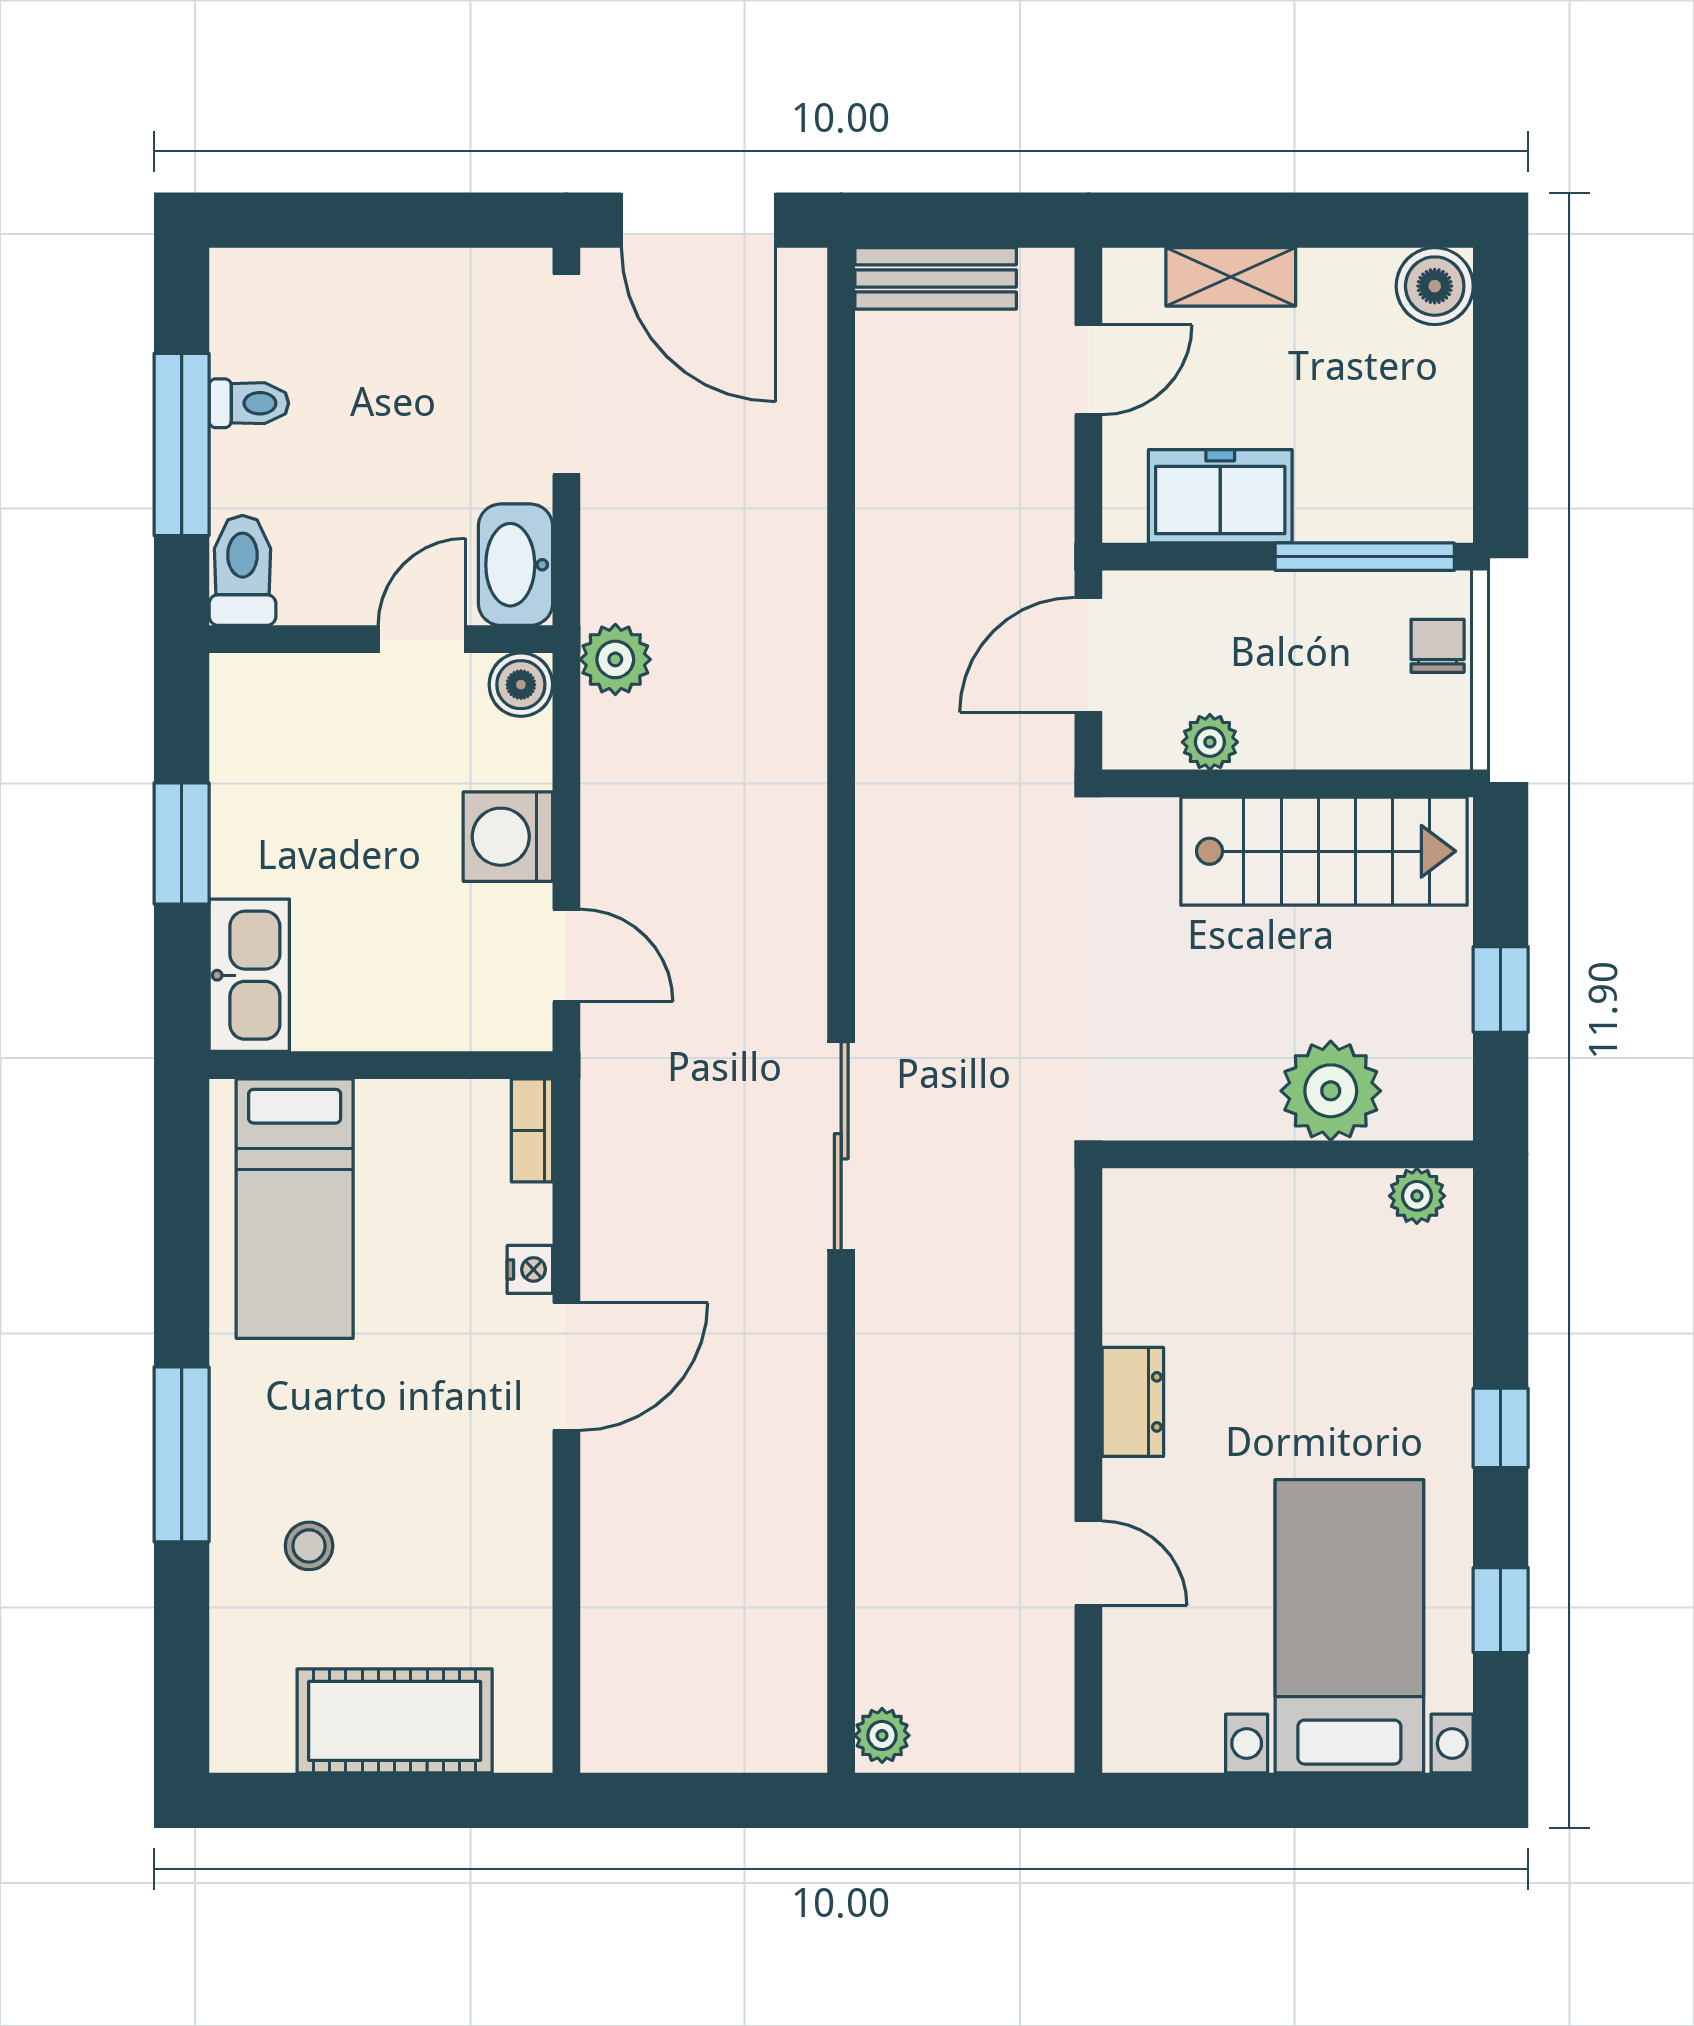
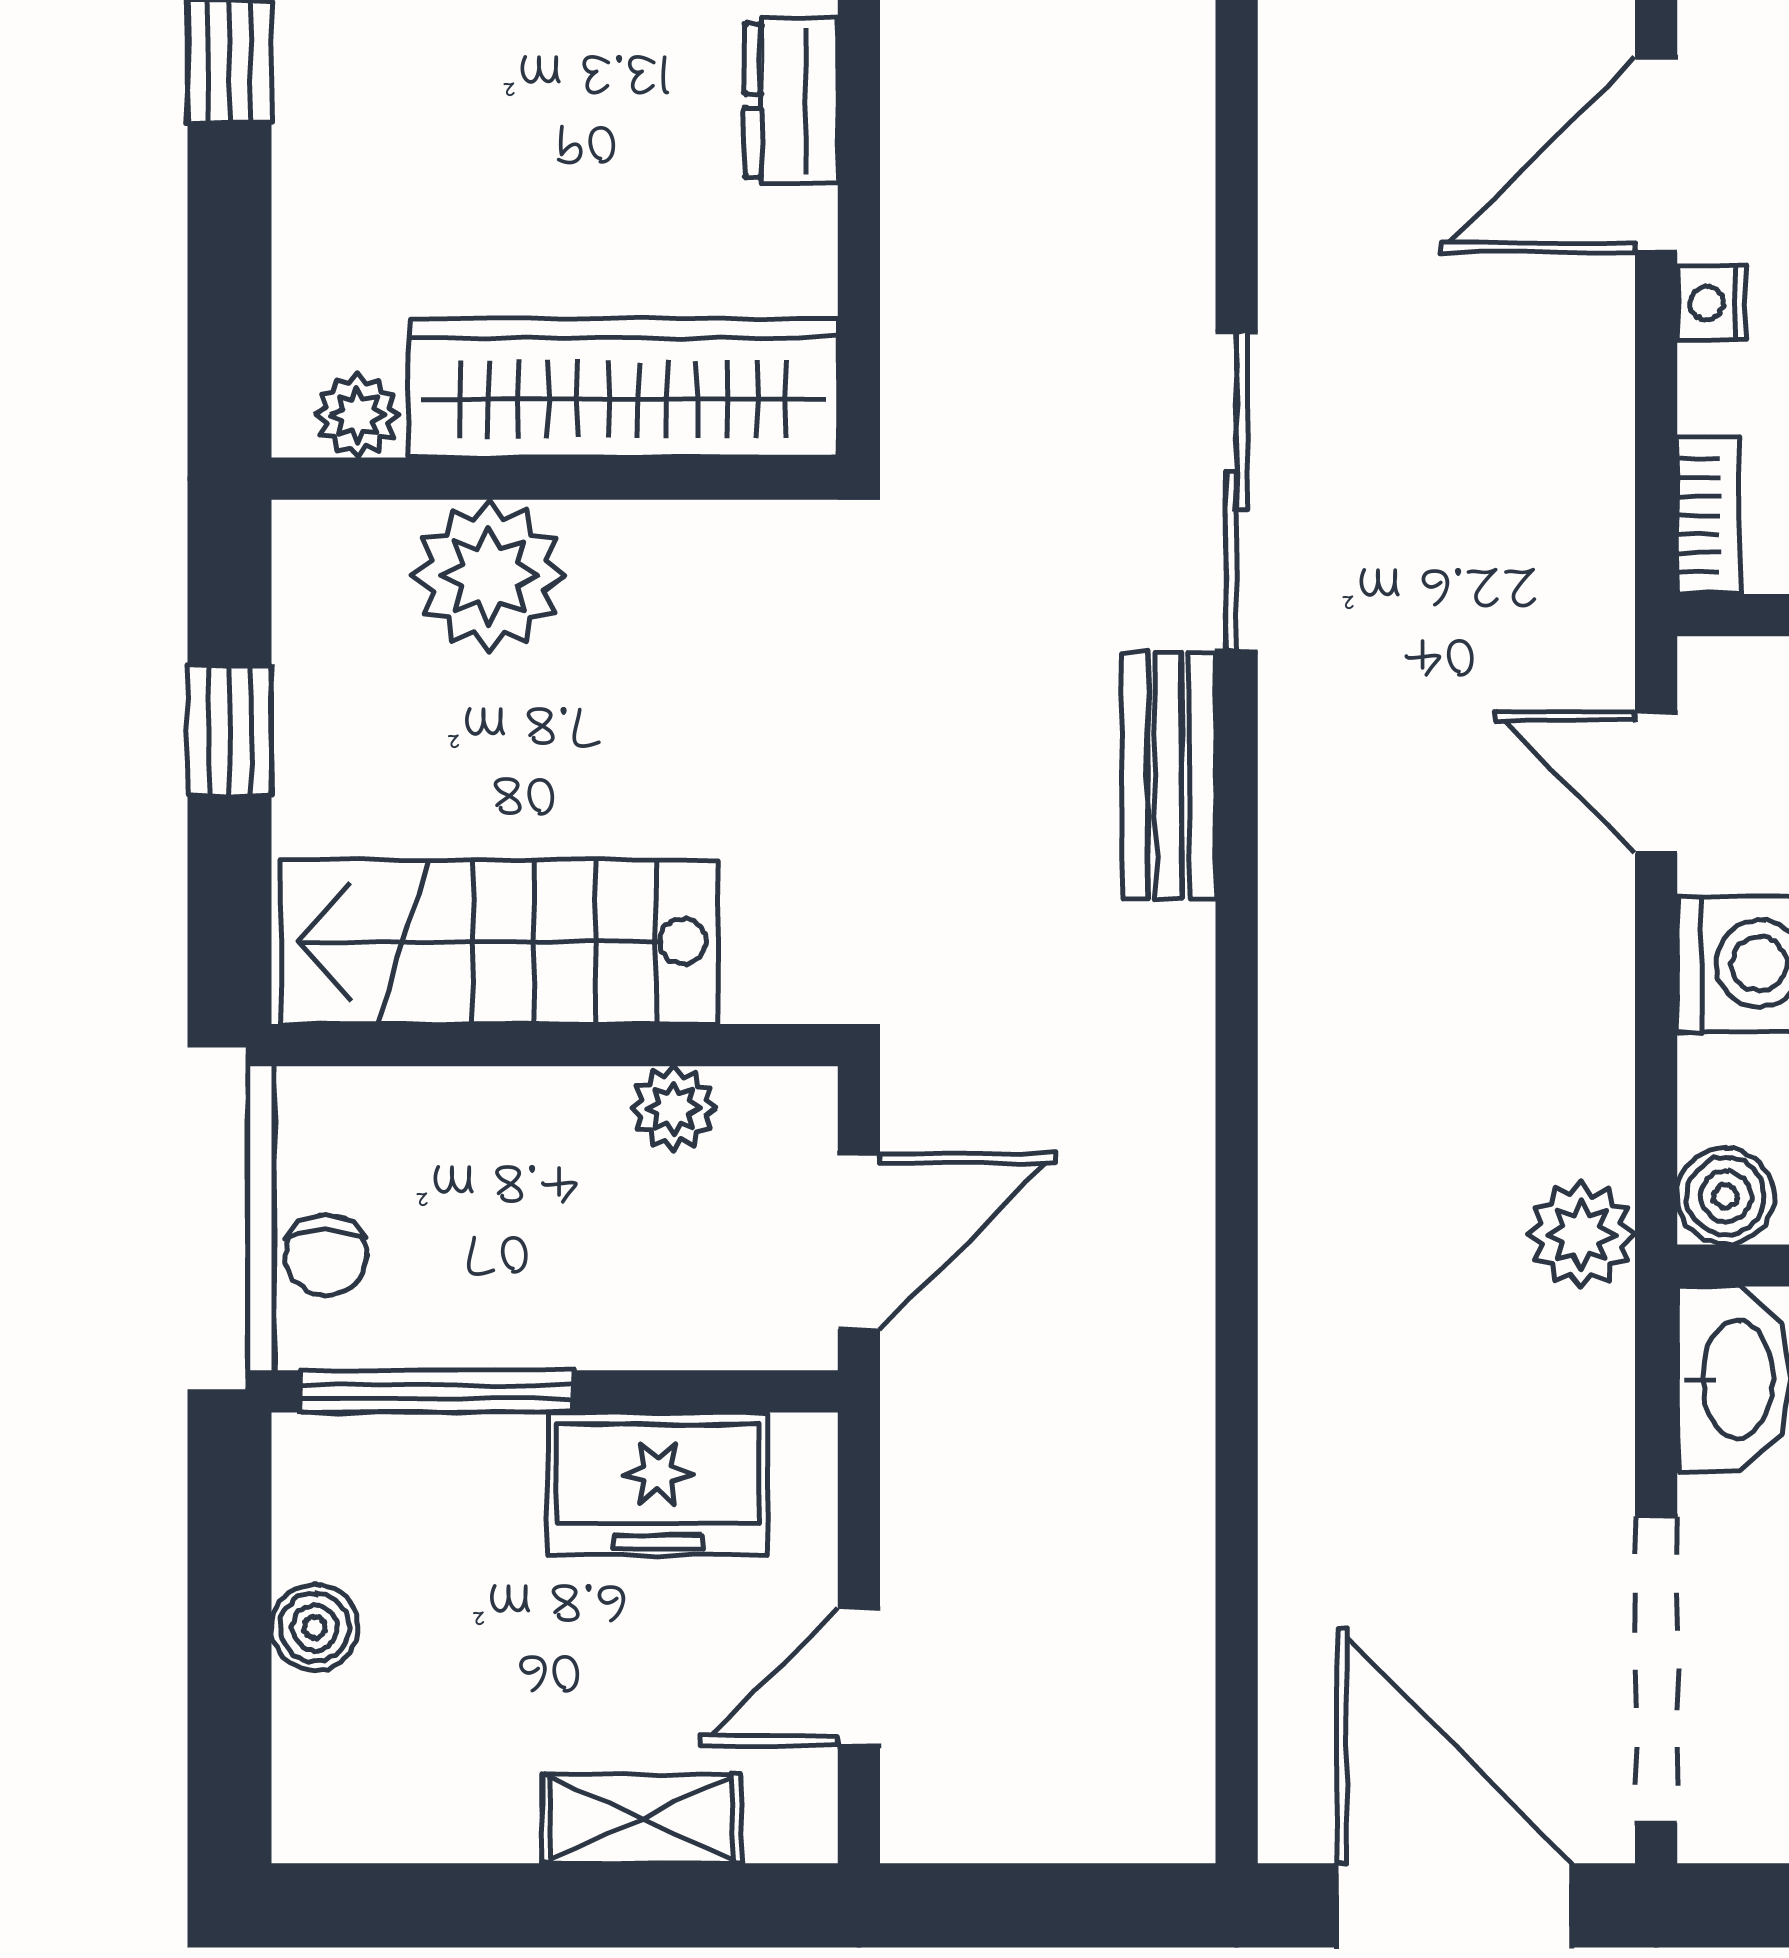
bench: (936, 278) -> (1169, 775), moved, turned 90
boiler: (1435, 286) -> (315, 1627), moved, width x0.73, depth x0.73
wardrobe: (1243, 1214) -> (623, 388), added

